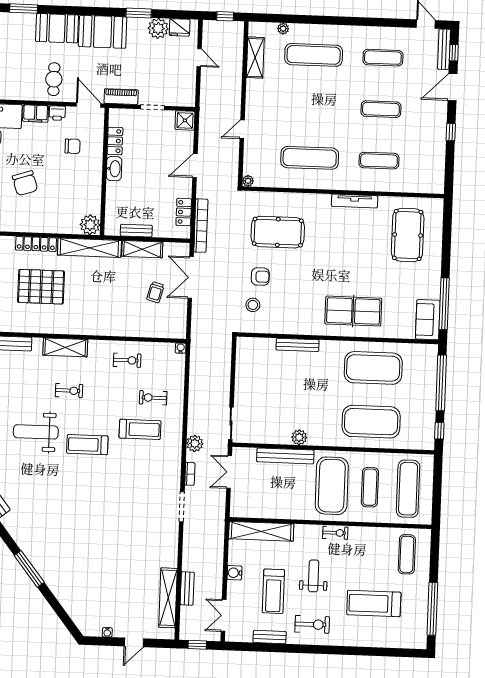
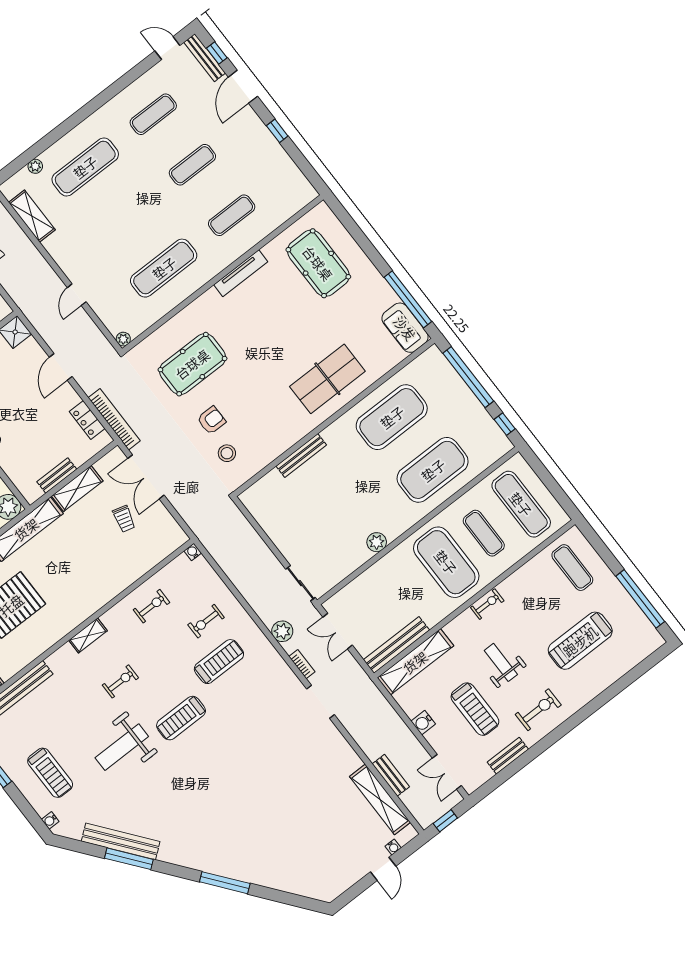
shelving: (65, 347) -> (88, 636), width x0.67, depth x0.75
bench: (285, 456) -> (396, 645), moved
water cooler: (107, 632) -> (393, 847), moved

